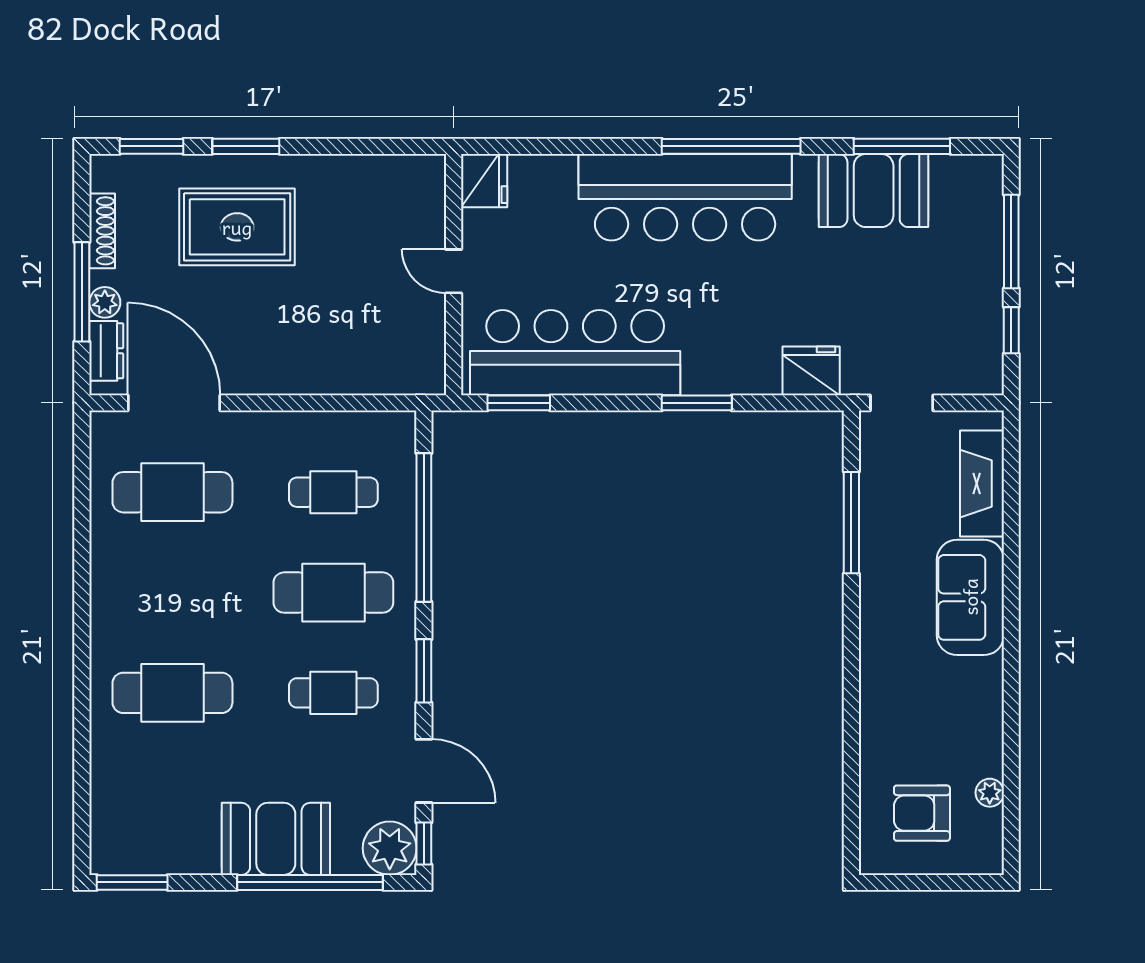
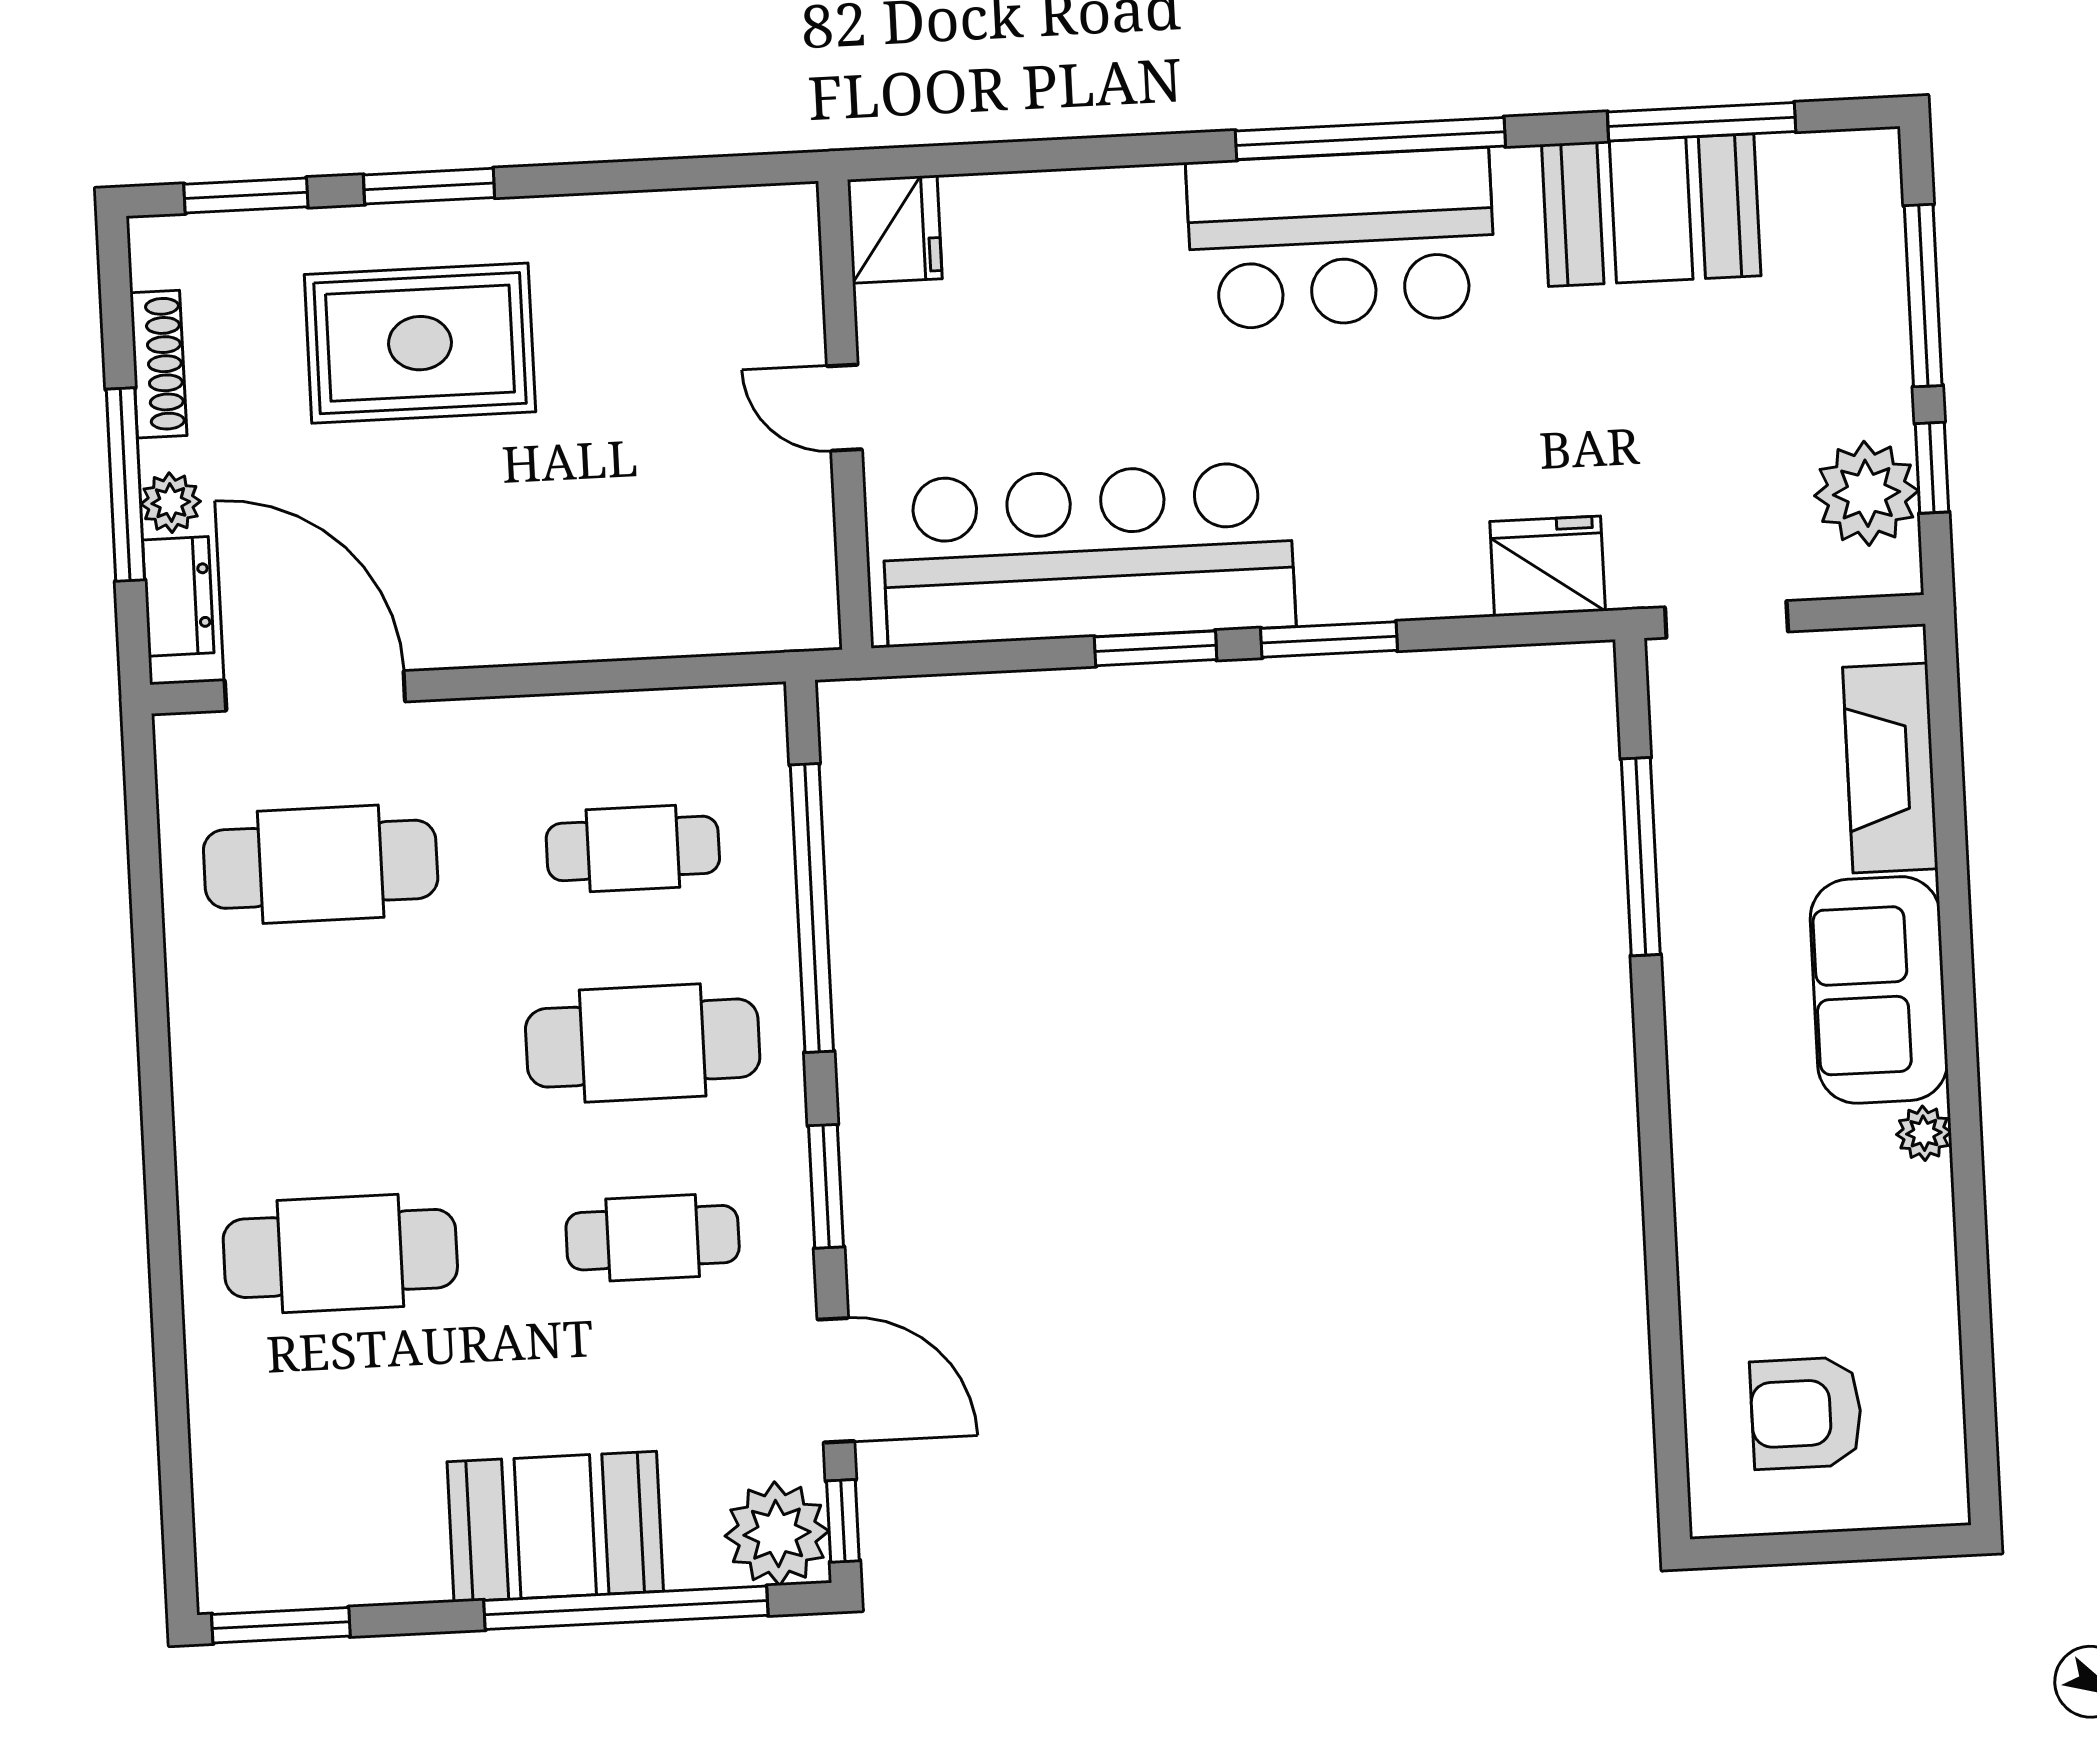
bar counter: (685, 197) -> (1341, 239), width x0.73
plant: (977, 342) -> (1866, 493), added
window: (519, 403) -> (1156, 648), moved
plant: (990, 793) -> (1924, 1133), moved

